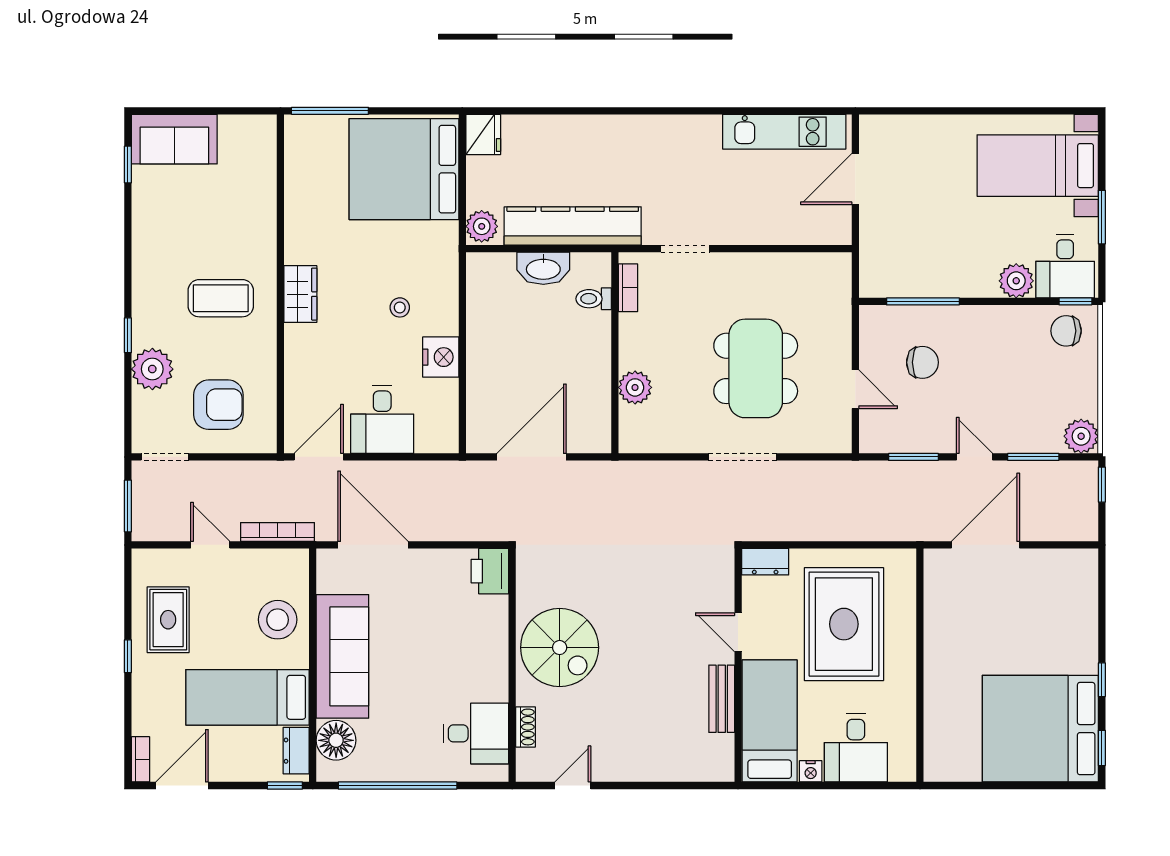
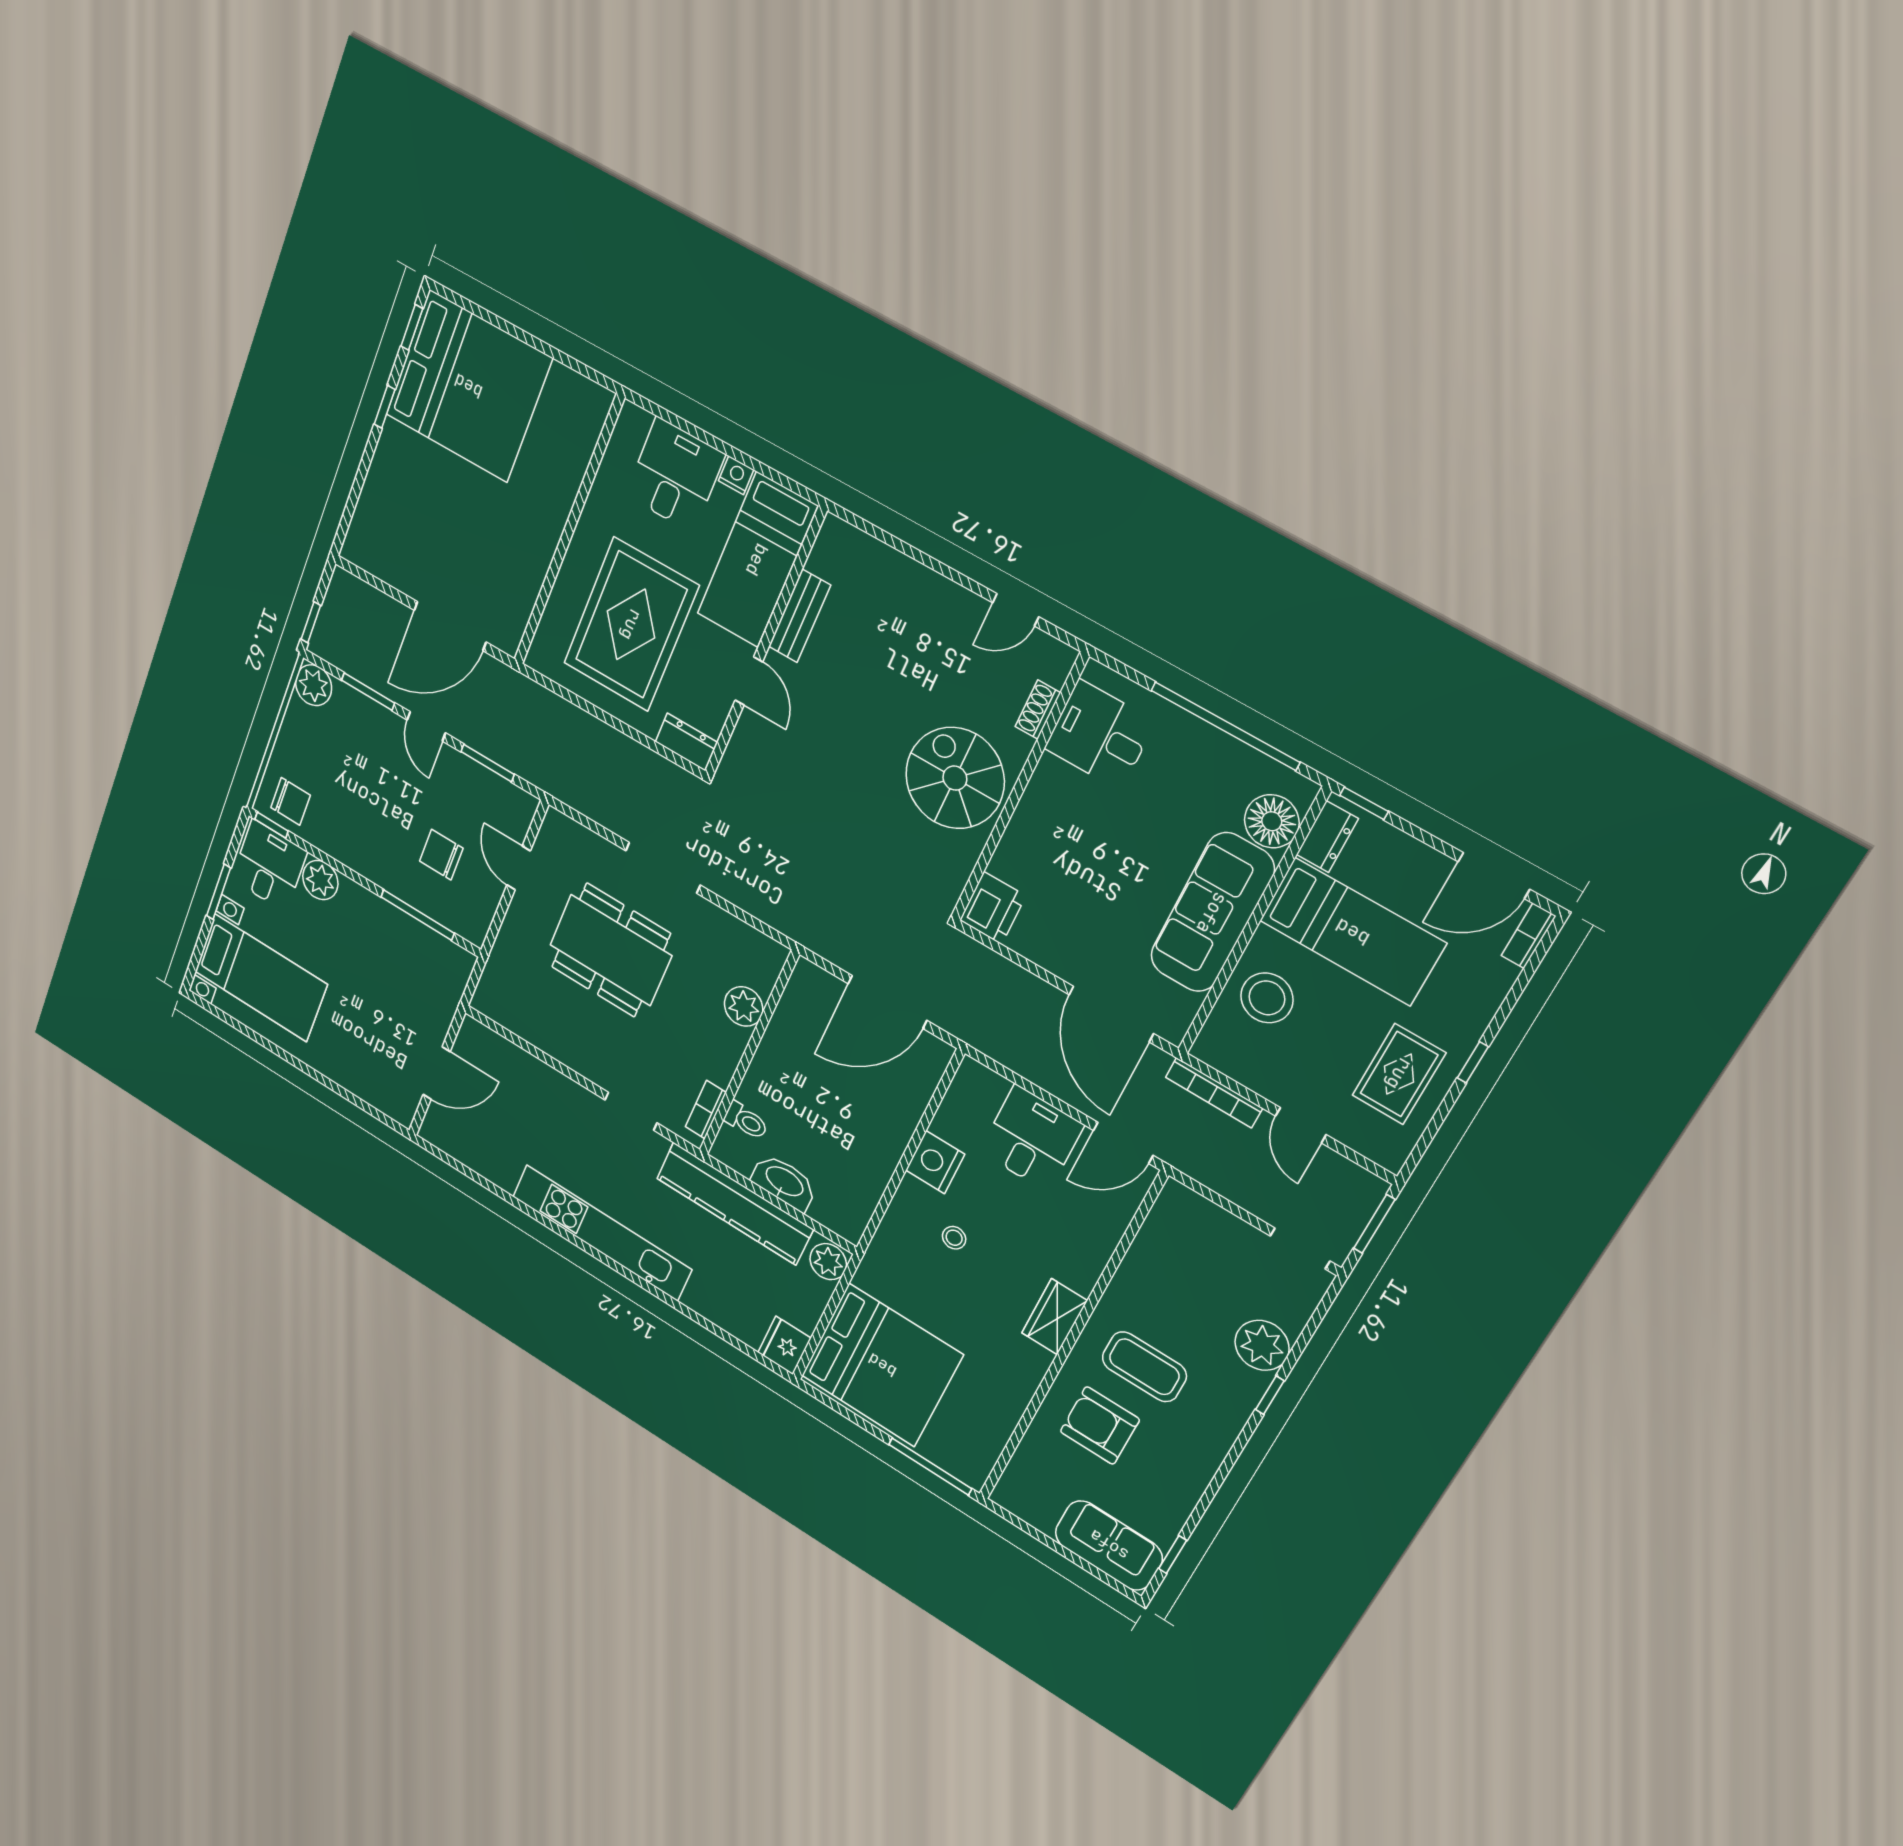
kitchen unit: (784, 132) -> (602, 1233), moved, width x1.36
dining table: (756, 368) -> (611, 950), turned 90
armchair: (218, 405) -> (1100, 1426), moved

